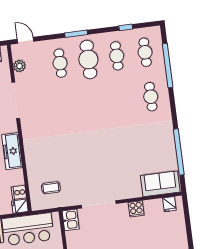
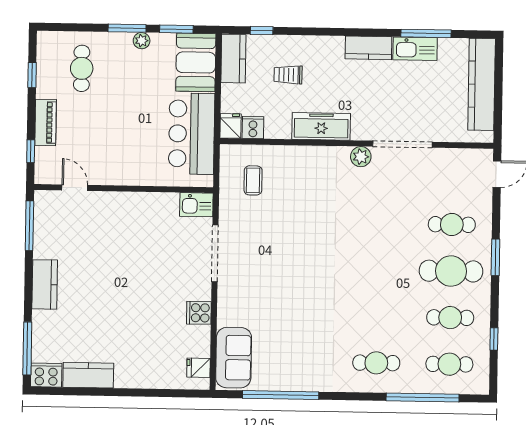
plant: (19, 66) -> (361, 157), moved

